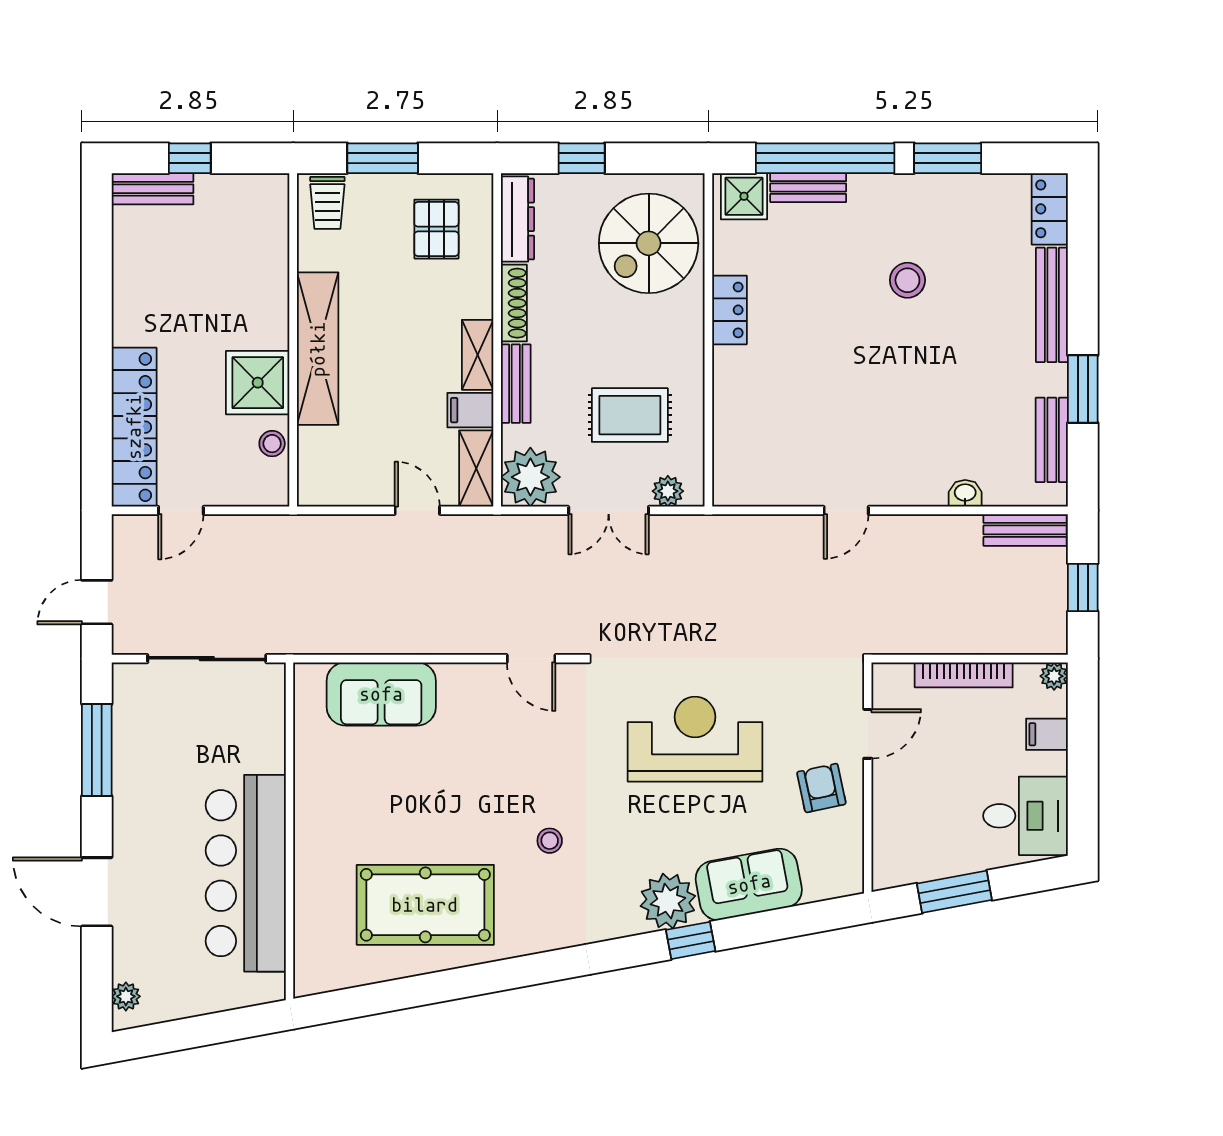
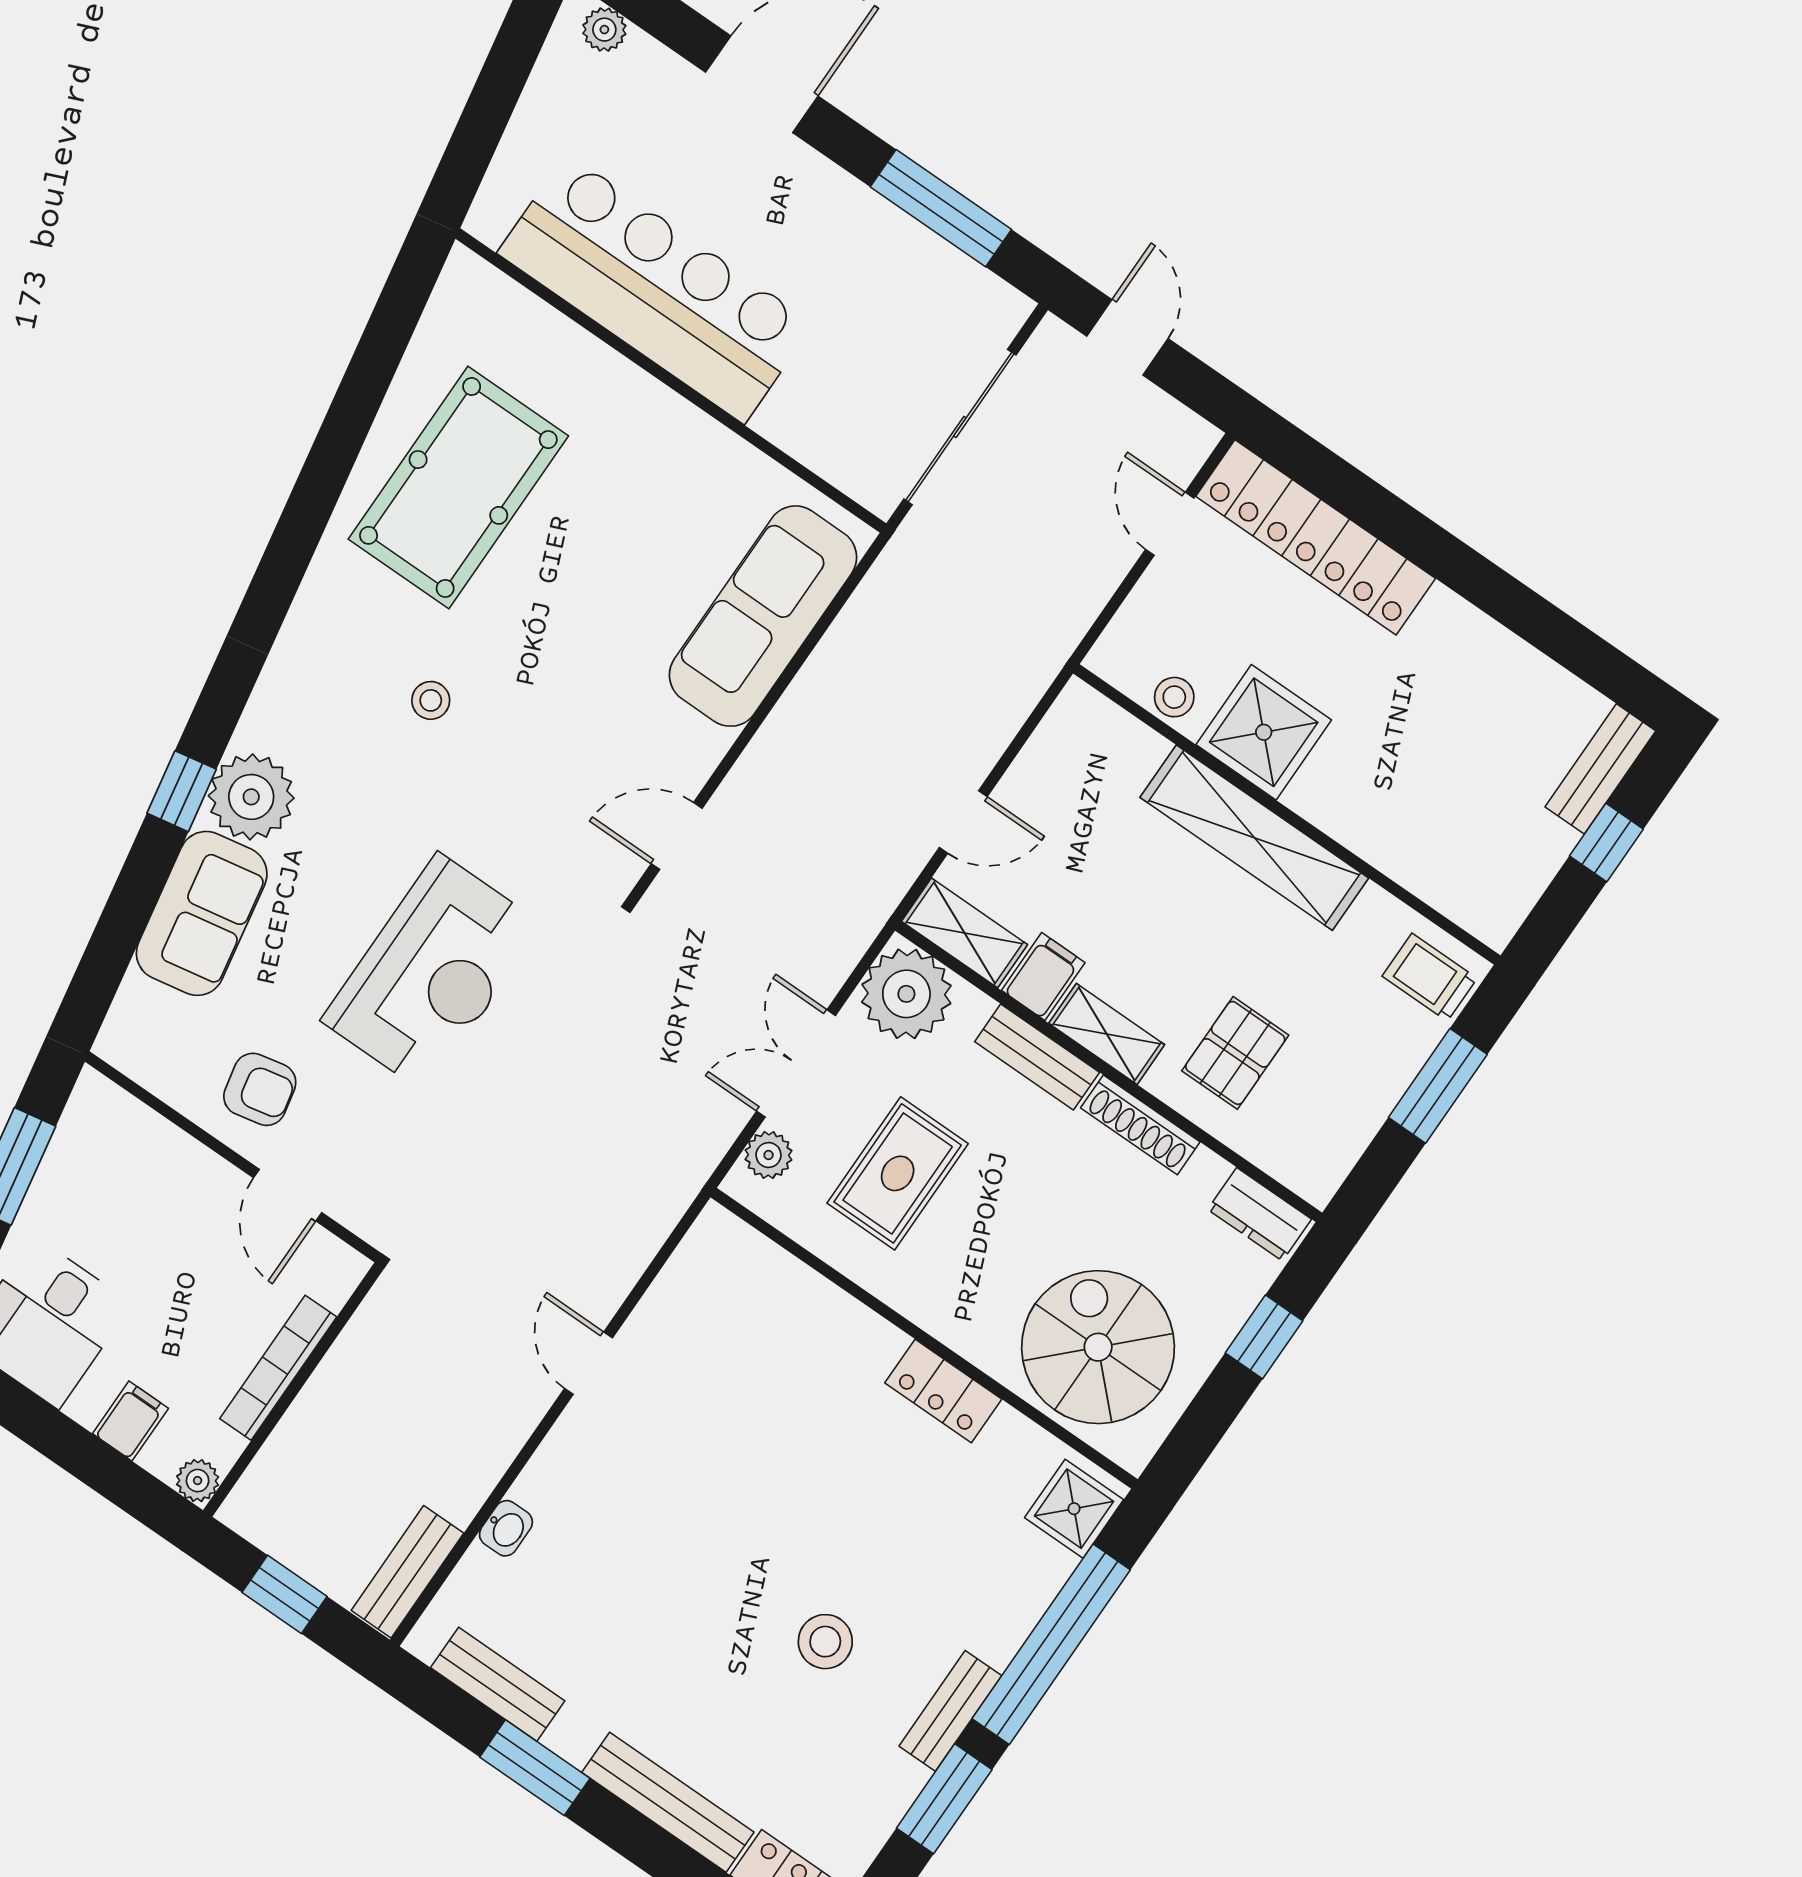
bench: (808, 188) -> (950, 1711), moved
dresser: (517, 219) -> (1260, 1214), width x0.70
pallet: (436, 229) -> (1235, 1053), moved, turned 90
sofa: (381, 694) -> (763, 616), width x1.36

